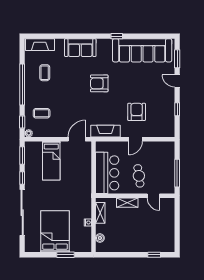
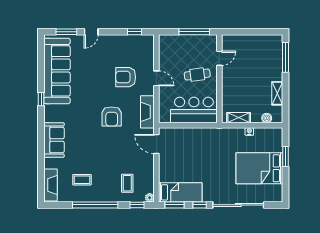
armchair: (99, 83) -> (112, 116), moved
window: (177, 109) -> (135, 32), moved
bed: (51, 161) -> (180, 192), moved
shelving: (127, 203) -> (277, 93), moved
window: (154, 255) -> (285, 57), width x2.17

